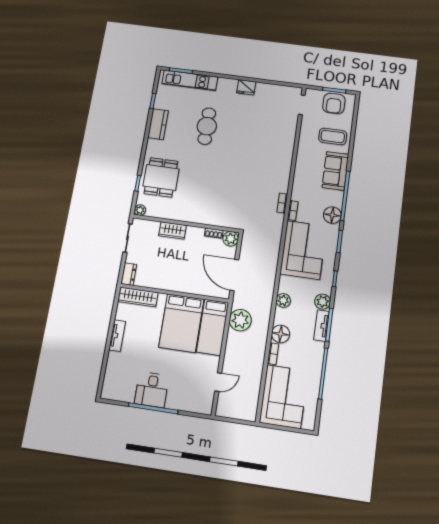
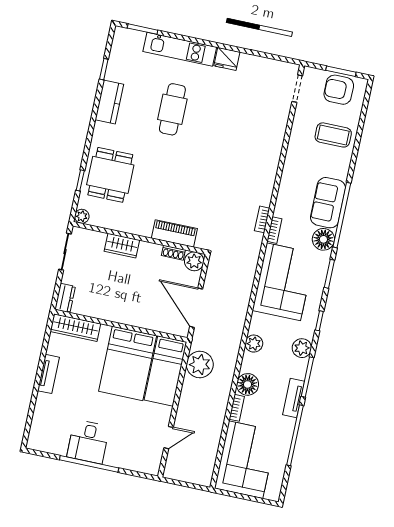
kitchen unit: (190, 80) -> (180, 49), moved
armchair: (334, 103) -> (339, 90), turned 90
sofa: (335, 171) -> (328, 203), moved
piano: (214, 218) -> (174, 233), added
tv unit: (321, 326) -> (294, 398), moved

